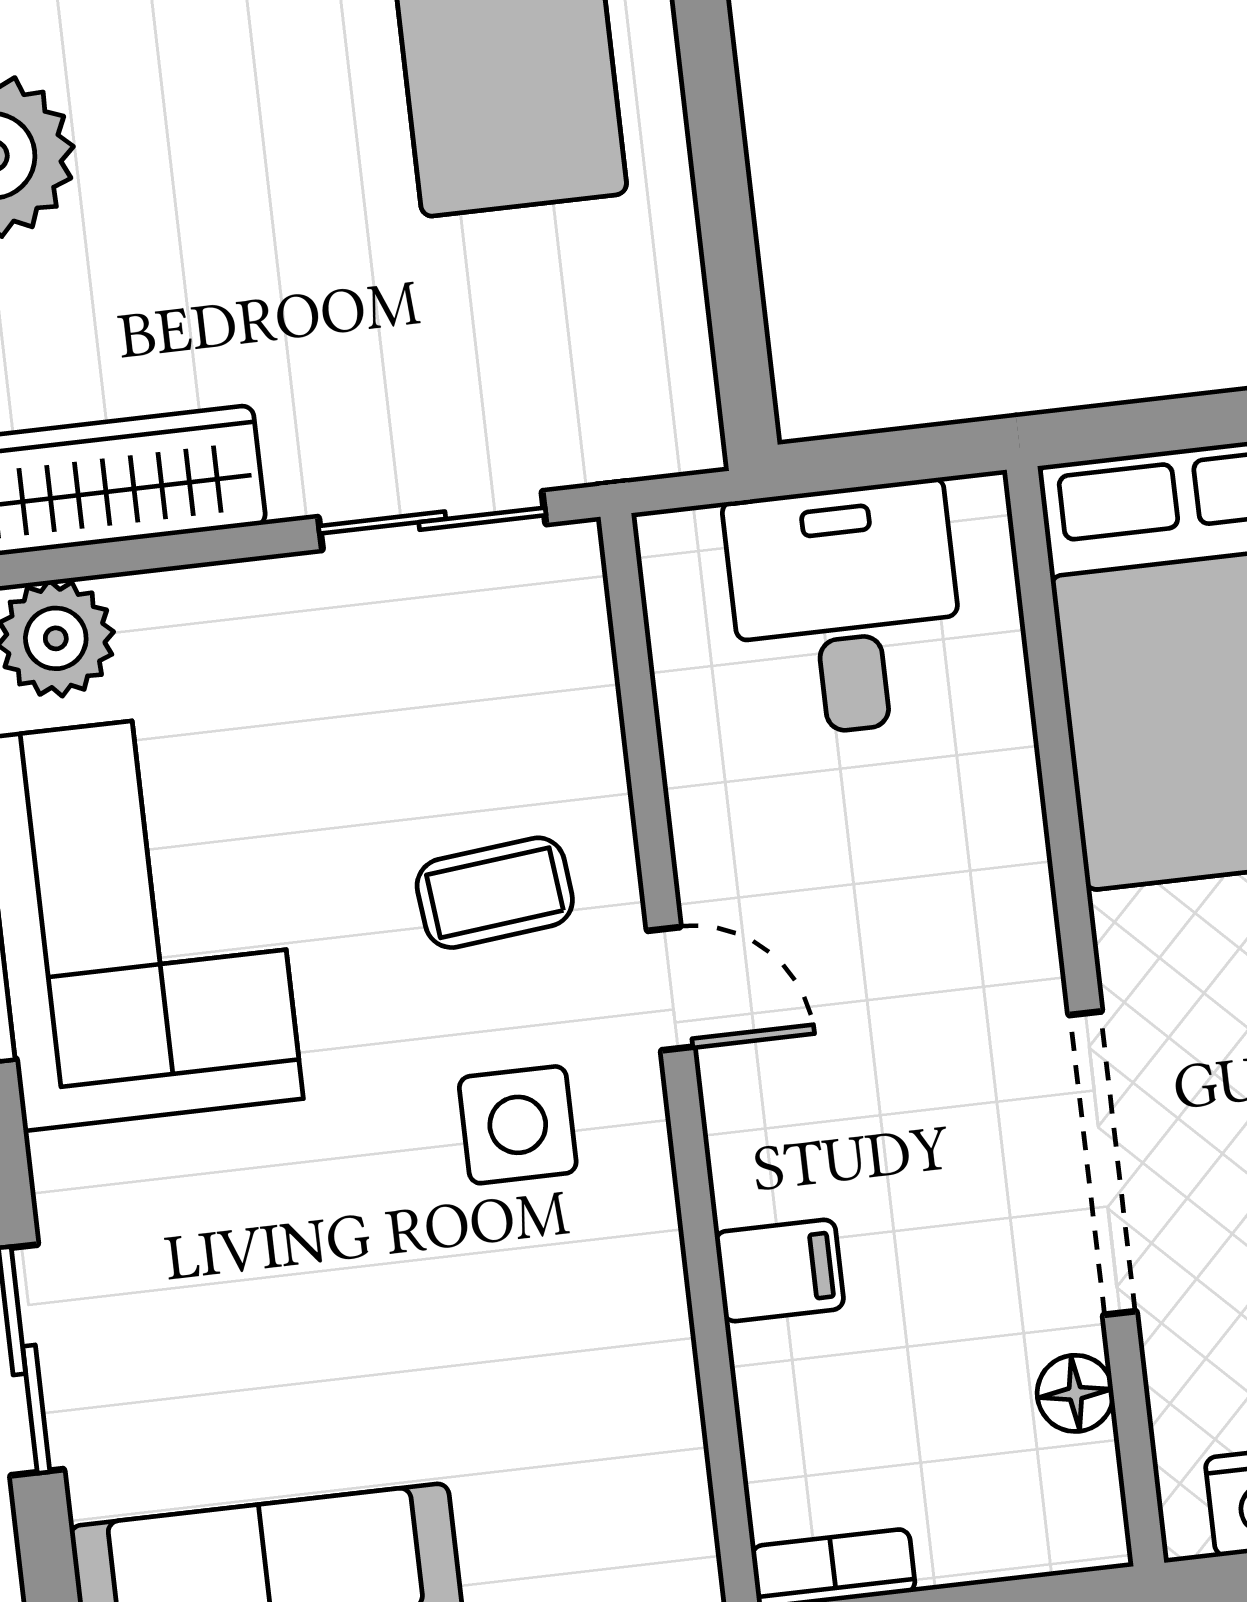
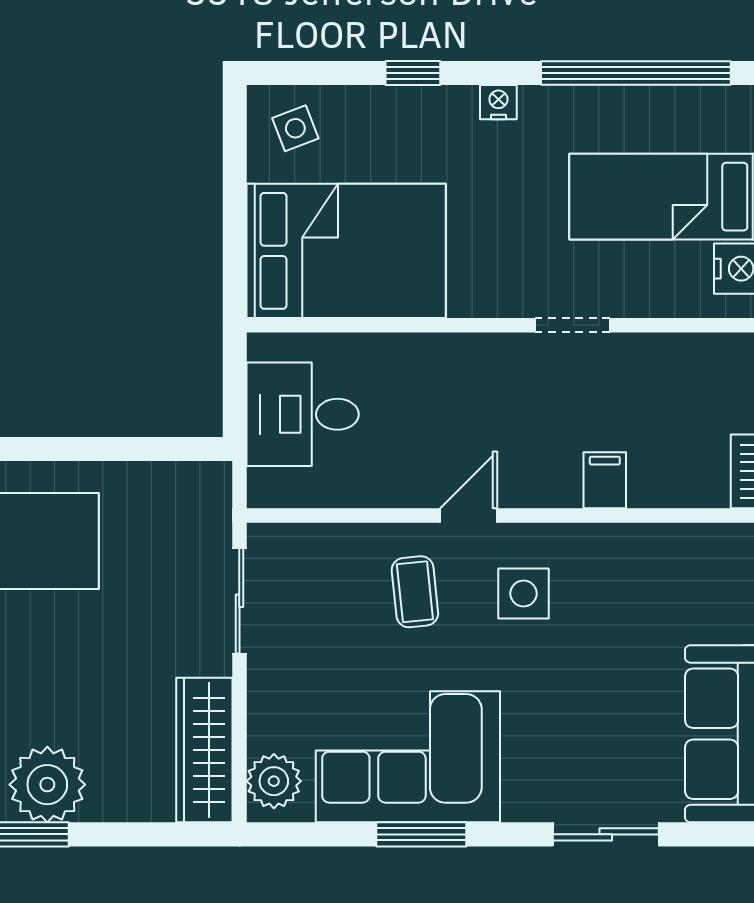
doorway: (1103, 1163) -> (572, 325), width x0.53
floor lamp: (1075, 1393) -> (677, 350), removed

